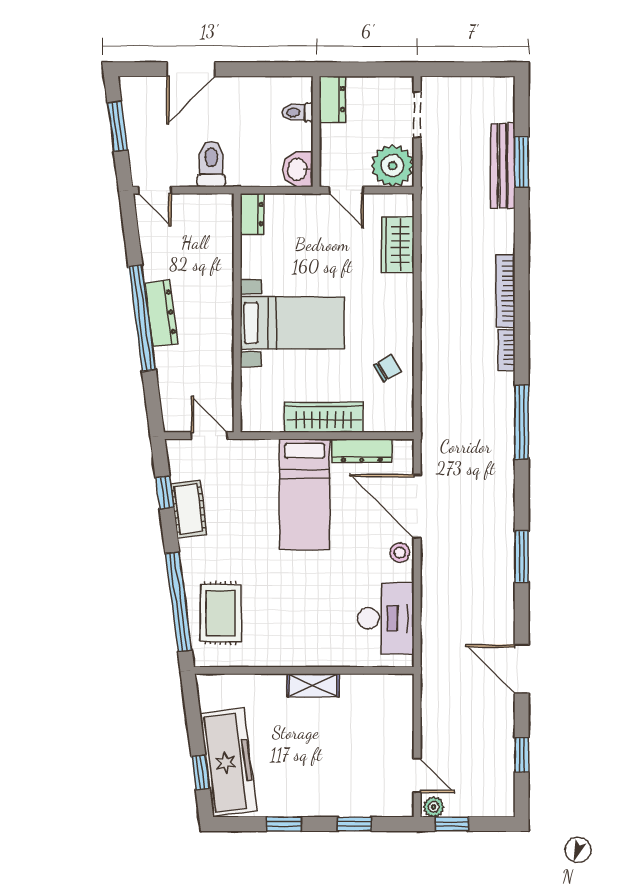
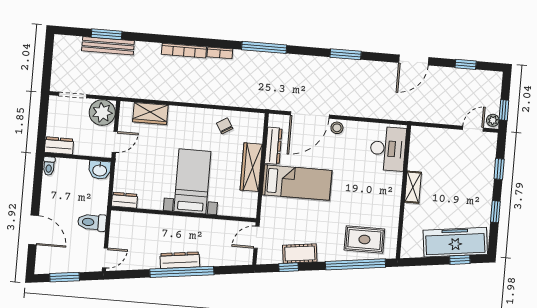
toilet: (298, 112) -> (49, 166), moved
desk: (386, 618) -> (388, 149), moved, turned 90

